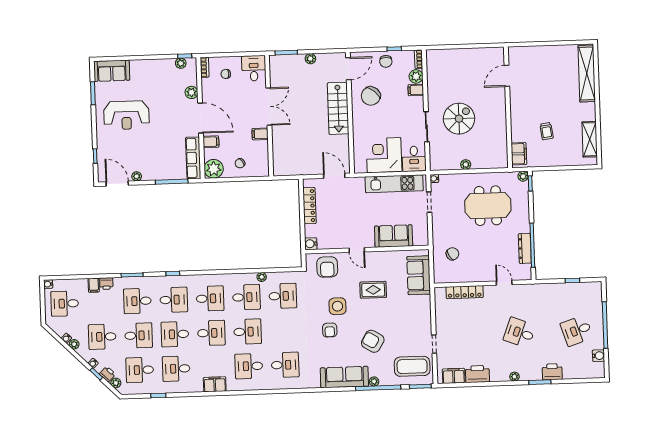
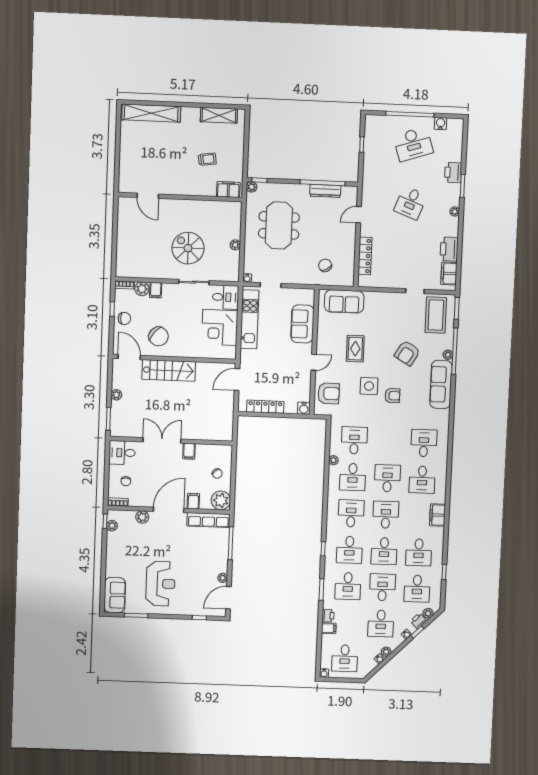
desk: (246, 297) -> (353, 477), turned 180
desk: (174, 300) -> (349, 550), turned 180
desk: (577, 331) -> (413, 144), width x1.37

